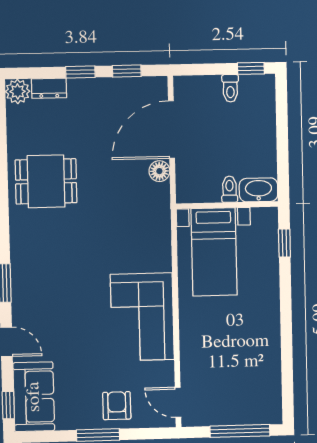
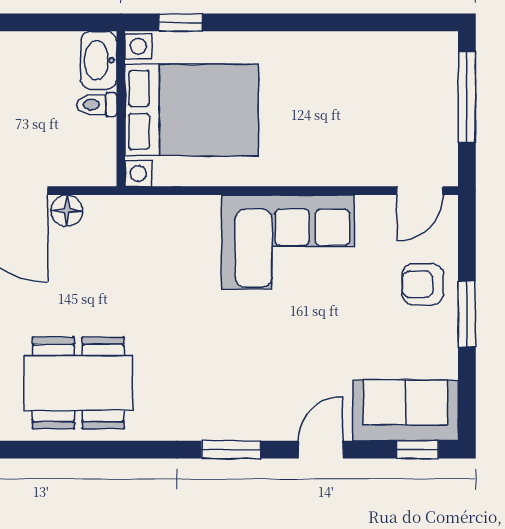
dining table: (46, 181) -> (78, 383), width x1.38
bed with nightstands: (214, 252) -> (192, 110), width x1.36

